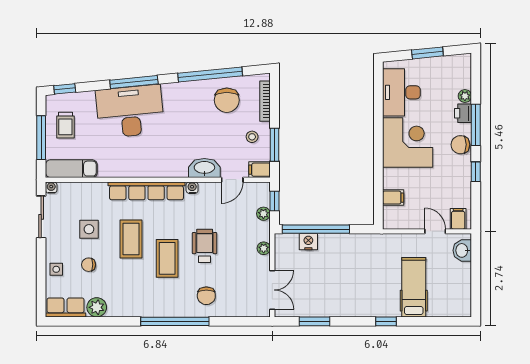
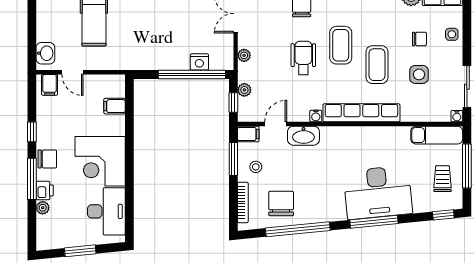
wheelchair: (205, 246) -> (303, 58), turned 180

